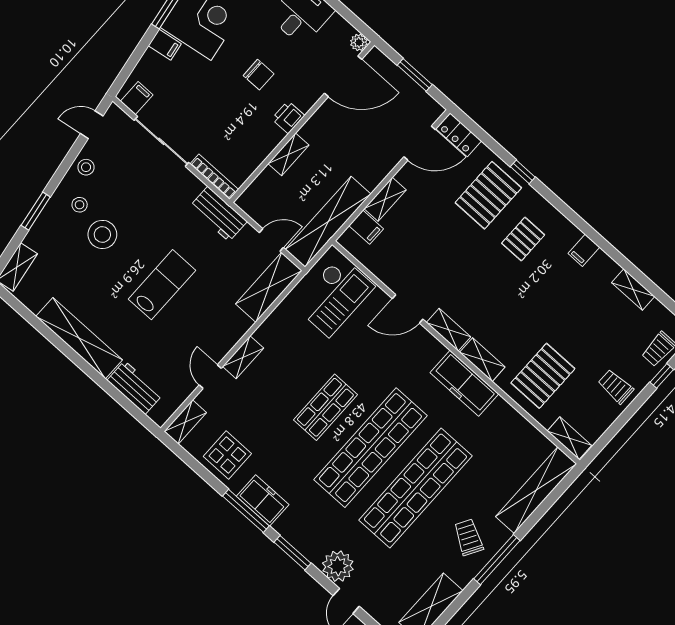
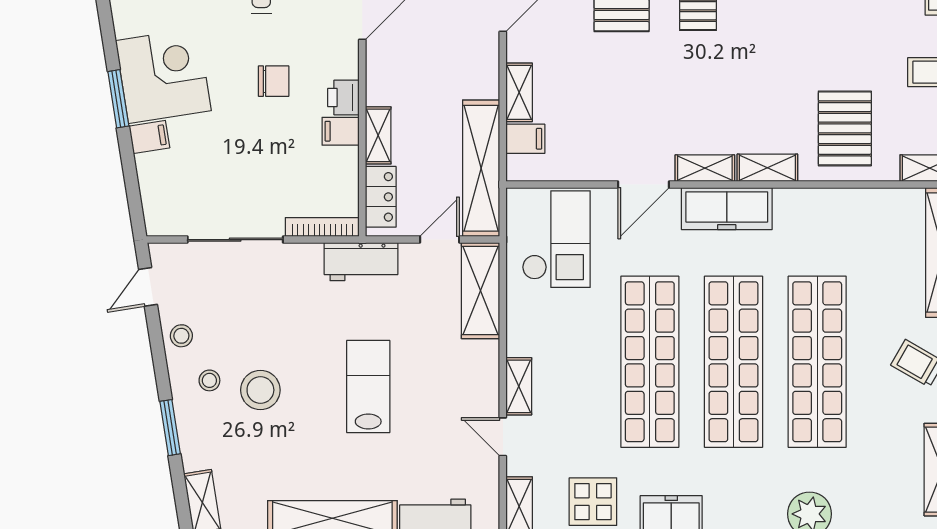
filing cabinet: (137, 98) -> (341, 131), moved, turned -90
locker: (260, 189) -> (381, 197), added
freezer: (464, 383) -> (727, 209), moved
shop shelf: (325, 407) -> (650, 362), width x2.00, depth x1.36

